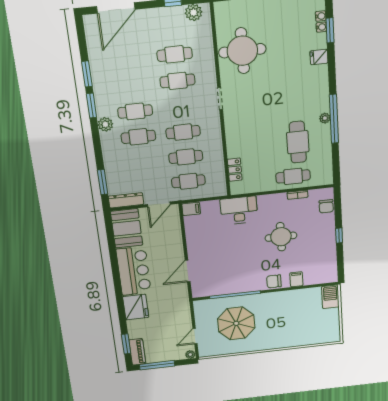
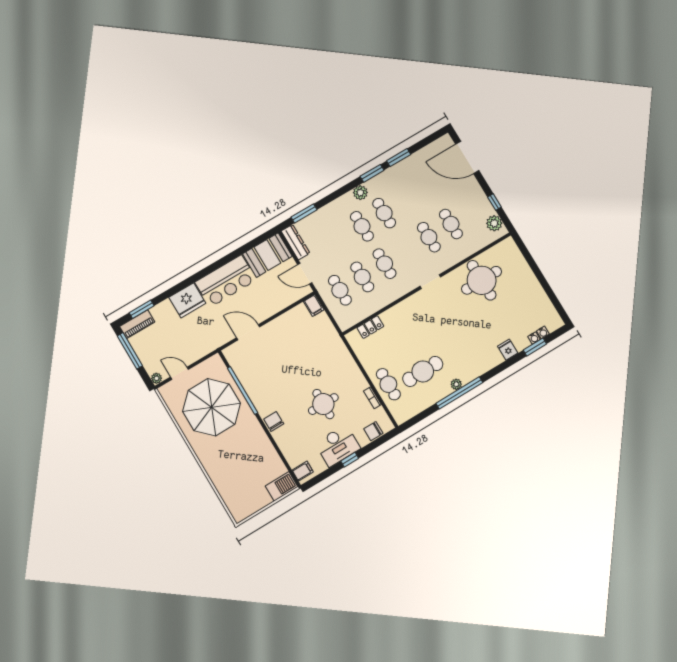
desk: (239, 210) -> (338, 446), moved, turned 90
filing cabinet: (296, 279) -> (303, 471), moved
parasol: (236, 323) -> (212, 407), width x1.36, depth x1.36

